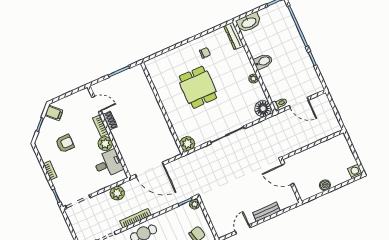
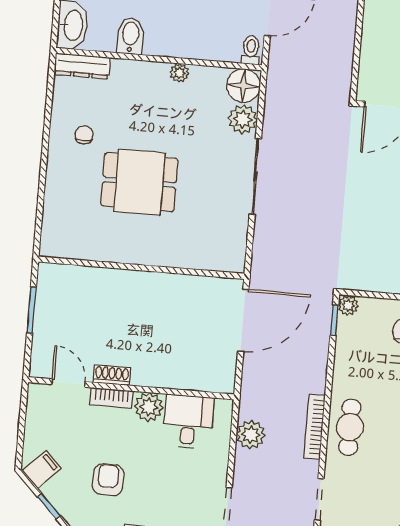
bidet: (263, 61) -> (130, 36), moved
door: (97, 104) -> (69, 383), hinge flipped
plant: (187, 144) -> (243, 119), moved
door: (150, 170) -> (243, 320), moved

